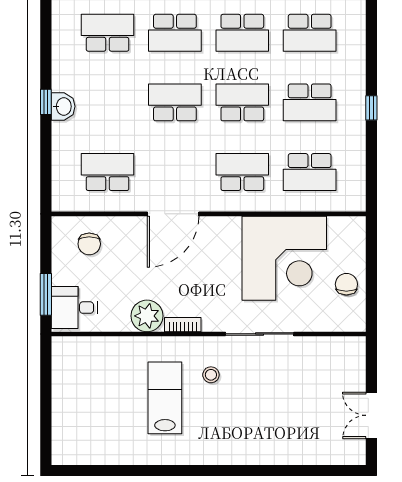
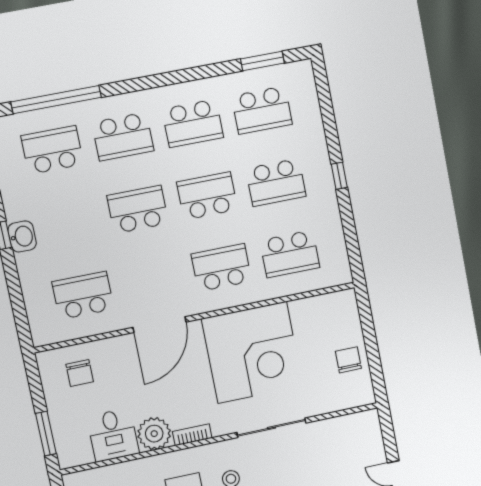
corner desk: (284, 258) -> (252, 352), moved
desk: (74, 308) -> (113, 435), moved, turned -90

